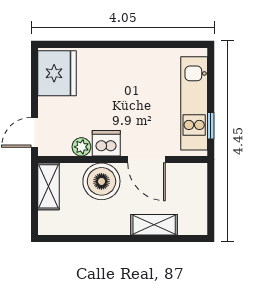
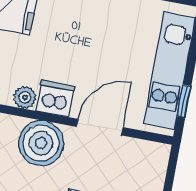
door: (146, 160) -> (100, 127), swing flipped

